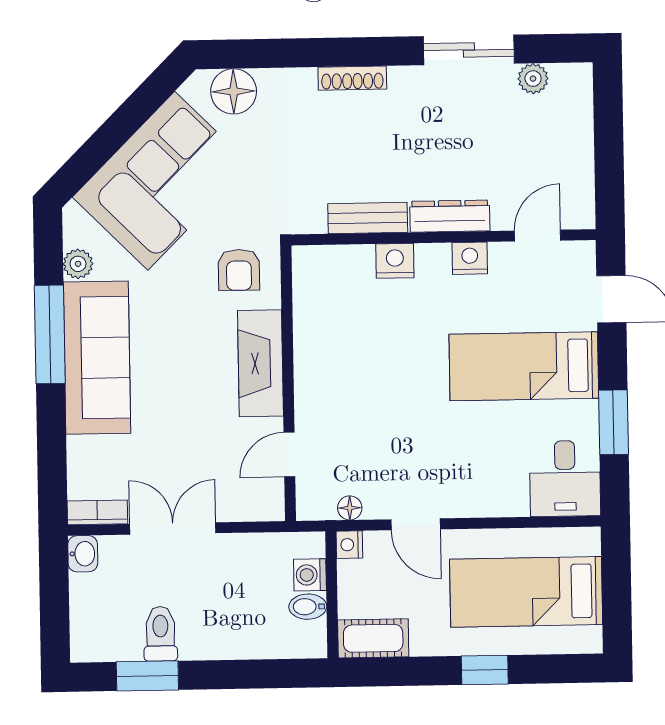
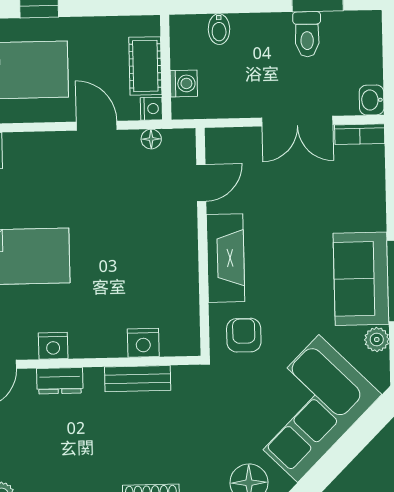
dresser: (450, 216) -> (60, 381), width x0.70
nightstand: (395, 261) -> (143, 343), moved
sofa: (97, 358) -> (361, 279), width x0.73
bidet: (308, 607) -> (219, 29), moved, turned 90
cot: (373, 638) -> (145, 66), moved, turned 90

